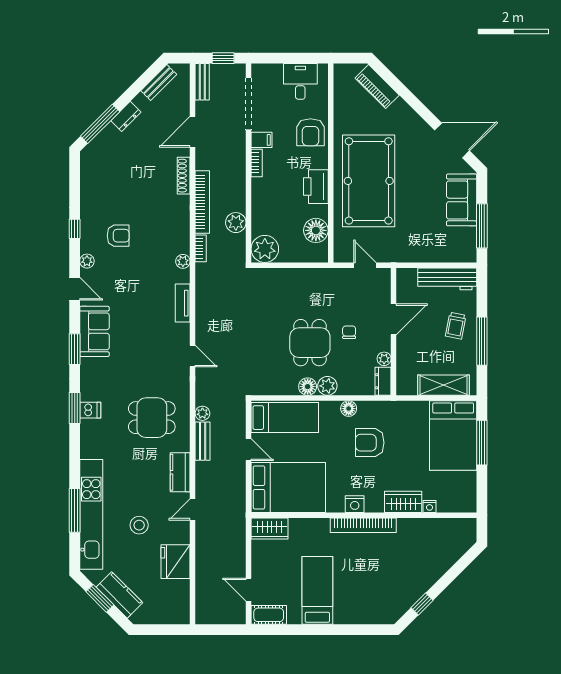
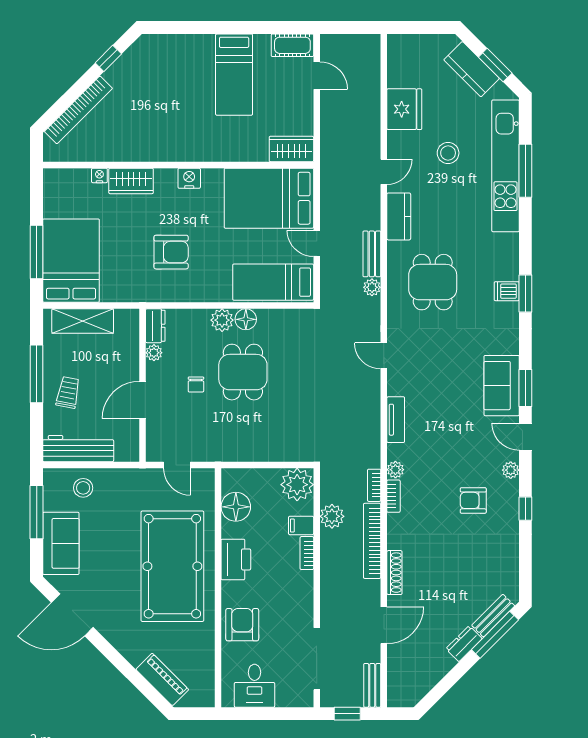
bench: (159, 83) -> (493, 616), moved
filing cabinet: (262, 140) -> (301, 525), moved
bookcase: (257, 163) -> (307, 553), moved
bookcase: (185, 239) -> (393, 496), added
stool: (443, 246) -> (83, 488), added
window: (75, 349) -> (525, 388), moved
floor lamp: (349, 409) -> (197, 293), removed
dining table: (152, 418) -> (433, 282), turned 90
bookcase: (363, 525) -> (78, 110), moved, turned 135

